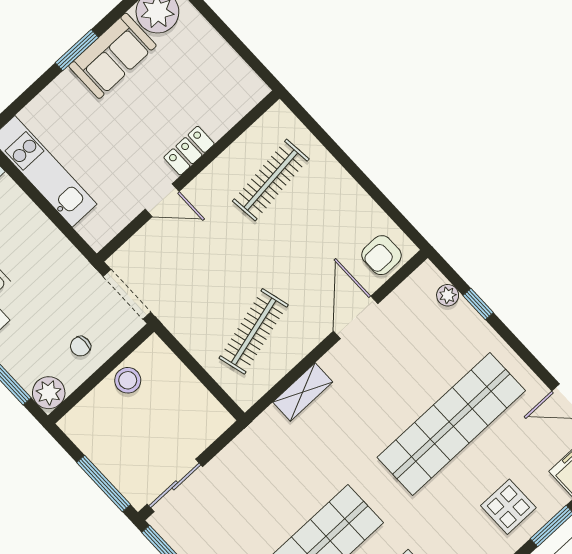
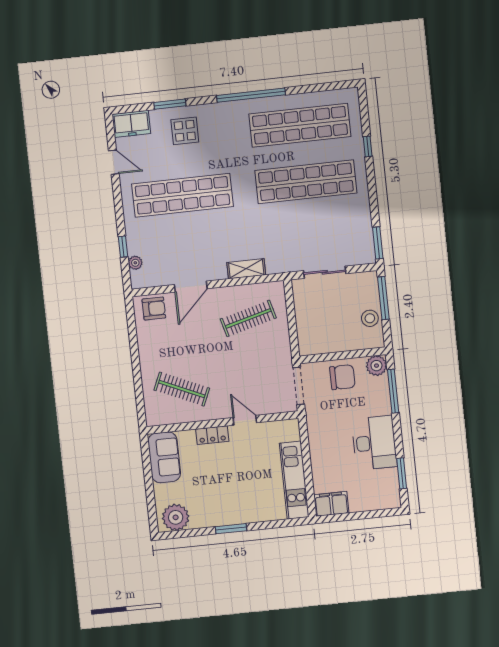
sofa: (112, 56) -> (164, 457), moved, turned 90
clothes rail: (271, 180) -> (182, 389), turned 30
chair: (80, 346) -> (342, 377), width x1.87, depth x1.87
stool: (128, 380) -> (370, 318), moved
sliding door: (175, 485) -> (325, 272), moved

